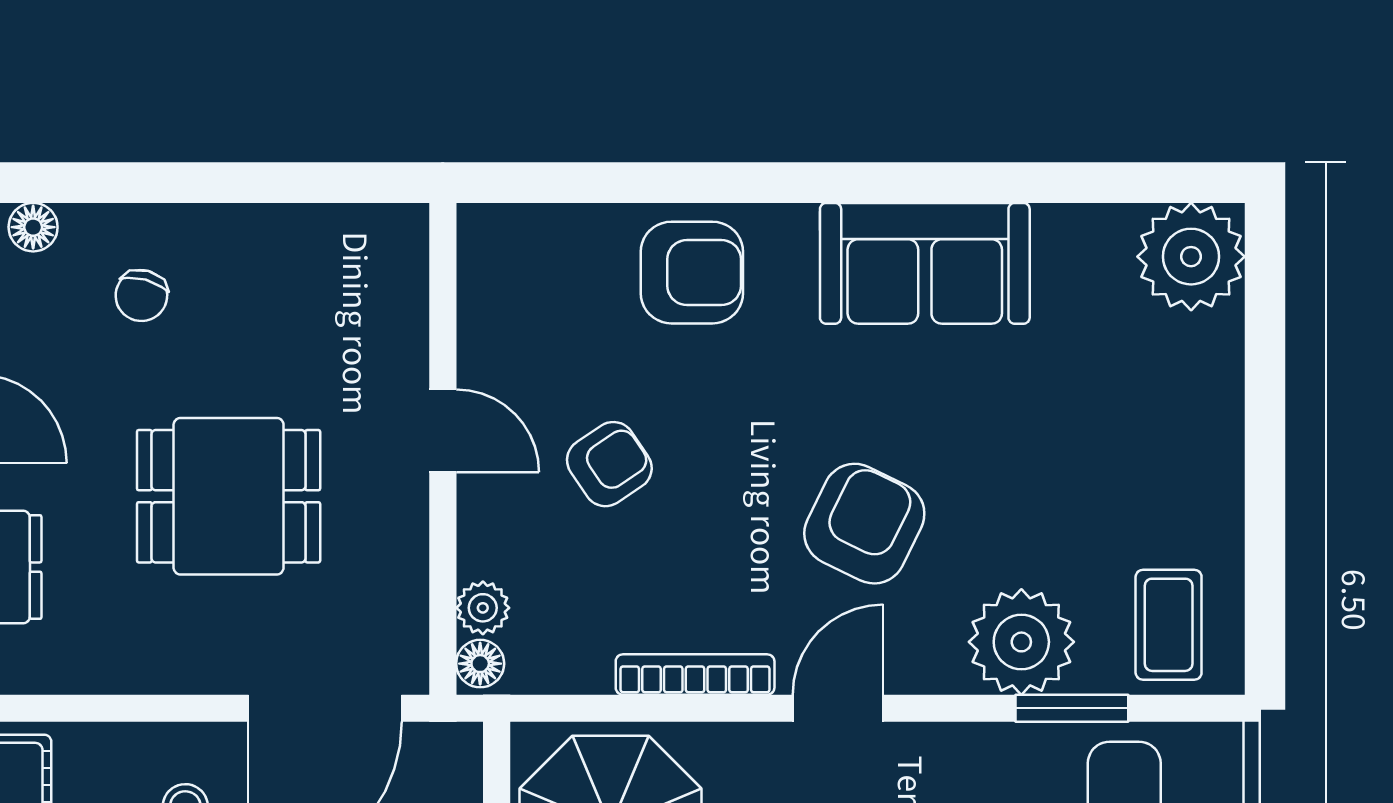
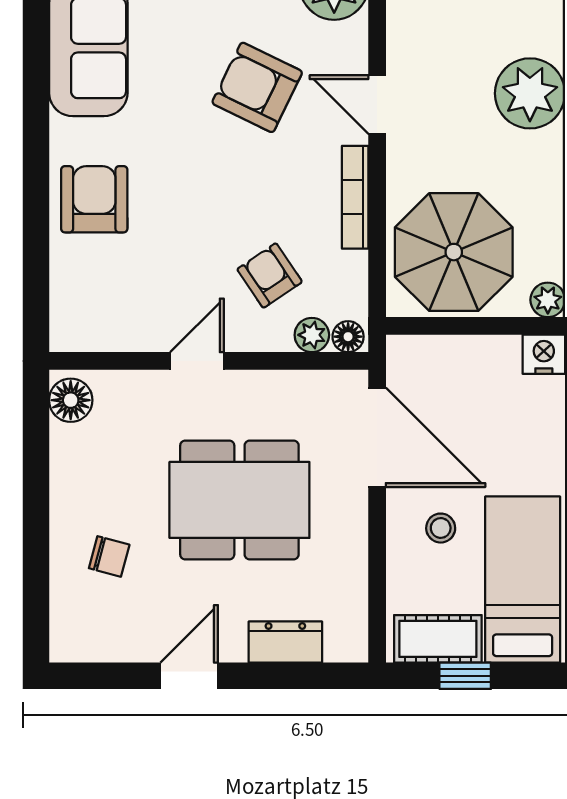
floor lamp: (33, 227) -> (71, 400), moved, width x1.37, depth x1.37
armchair: (609, 464) -> (270, 276), moved
dining table: (229, 496) -> (239, 500), width x1.38

